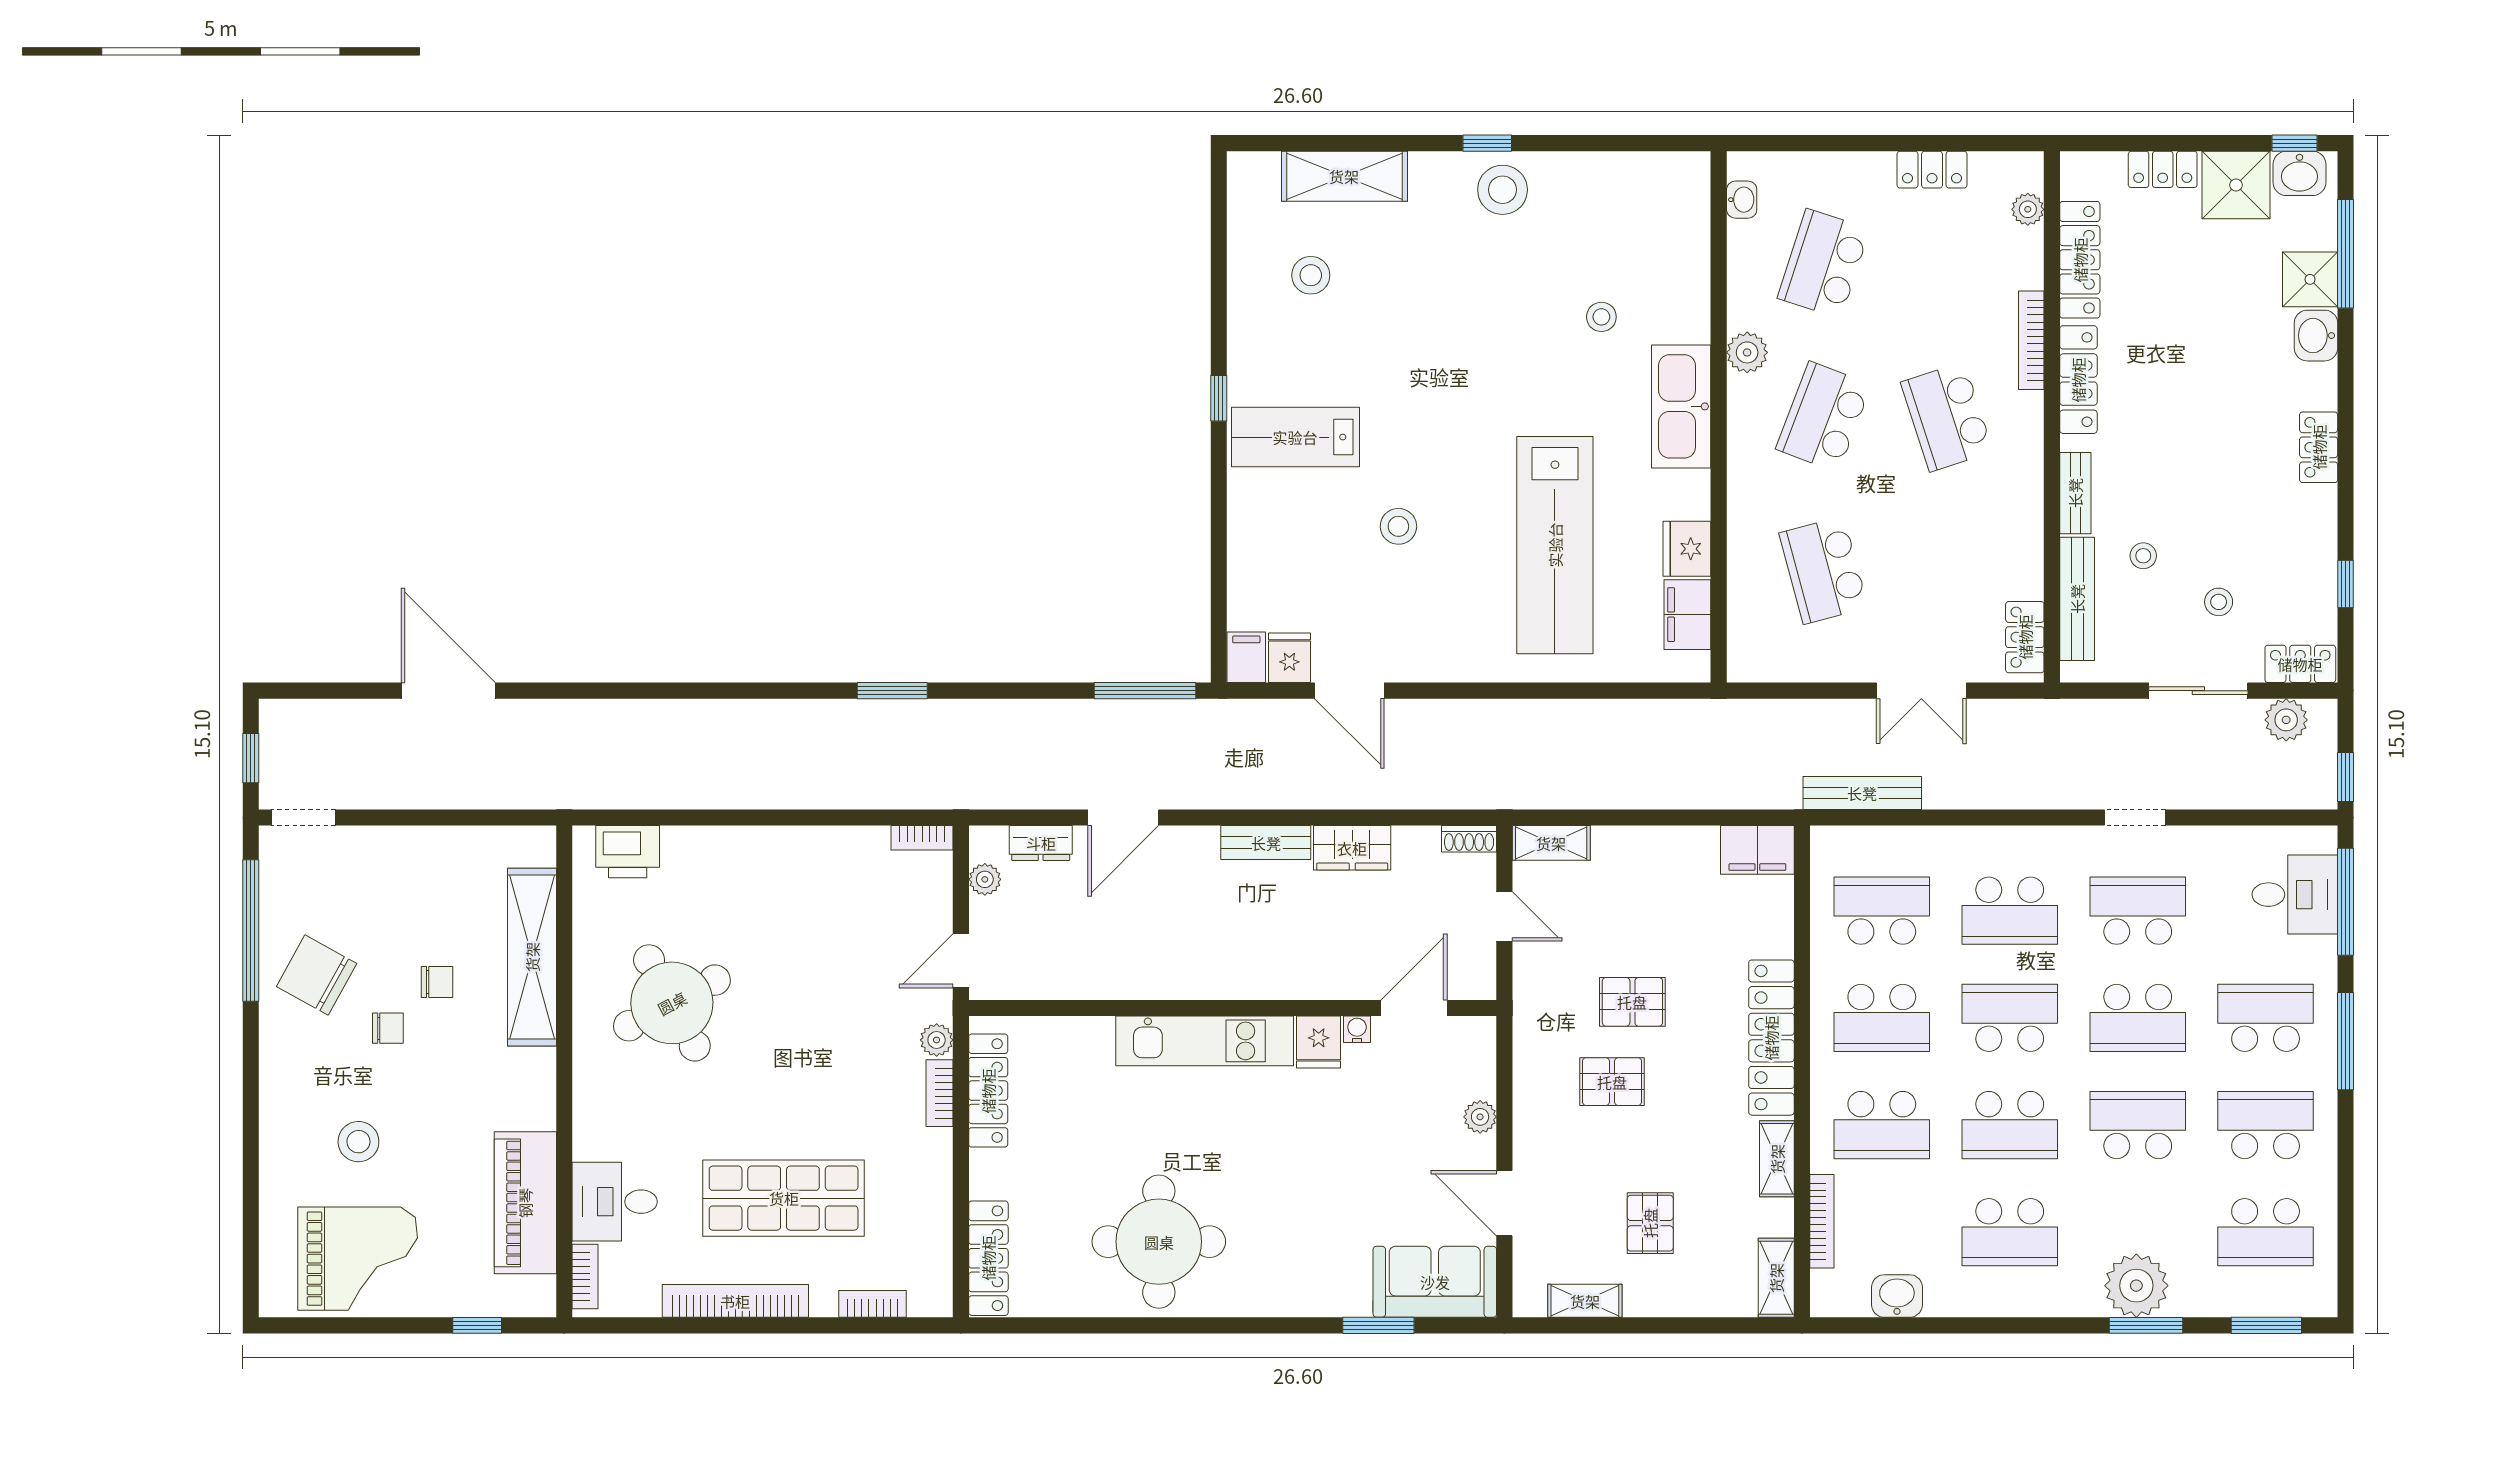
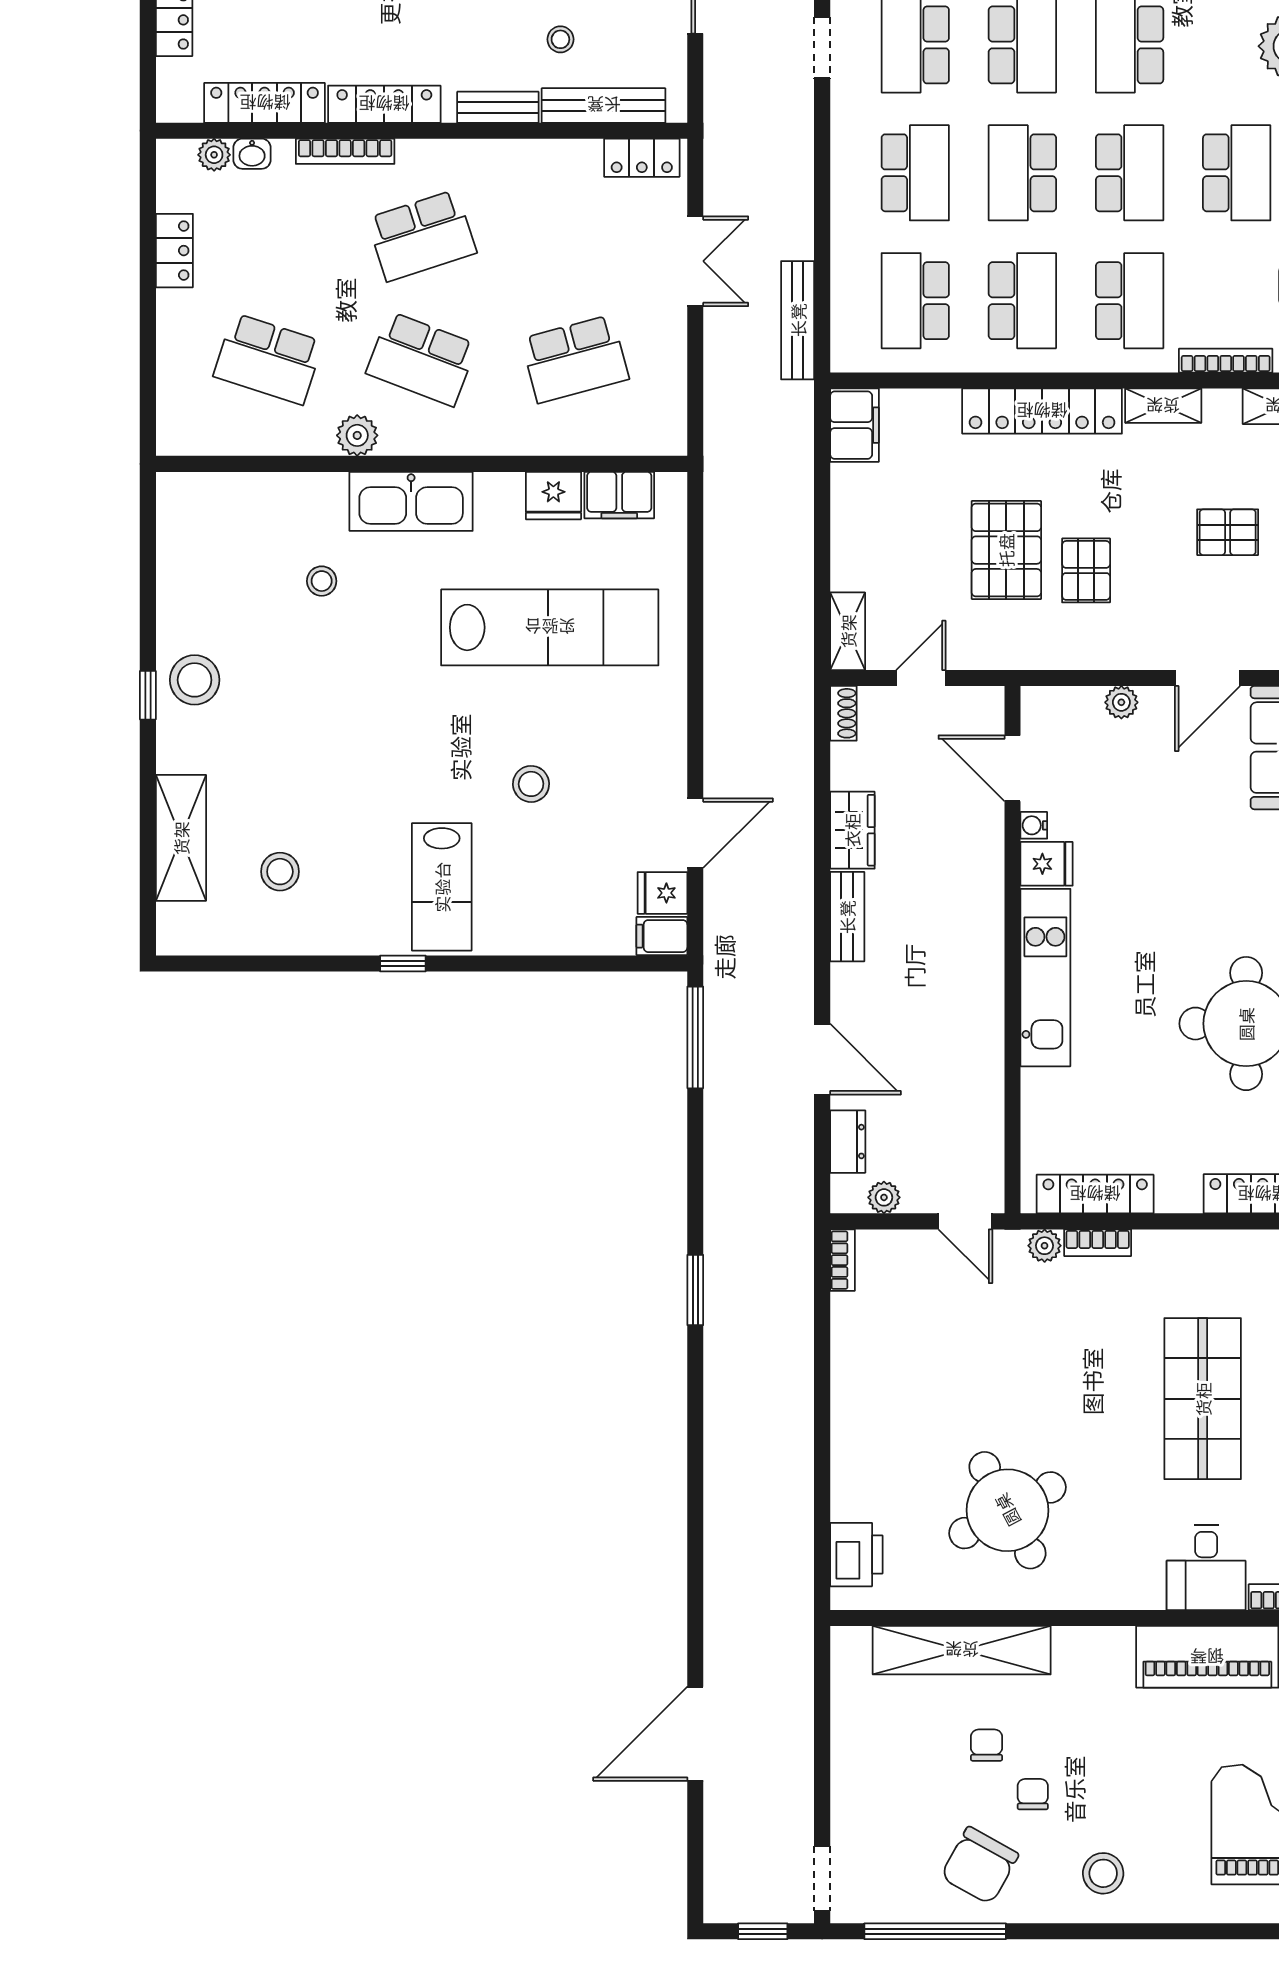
washbasin: (1742, 200) -> (252, 154), moved, turned 180
pallet: (1632, 1002) -> (1006, 550), width x1.50, depth x1.42
stool: (358, 1142) -> (1103, 1873), moved

